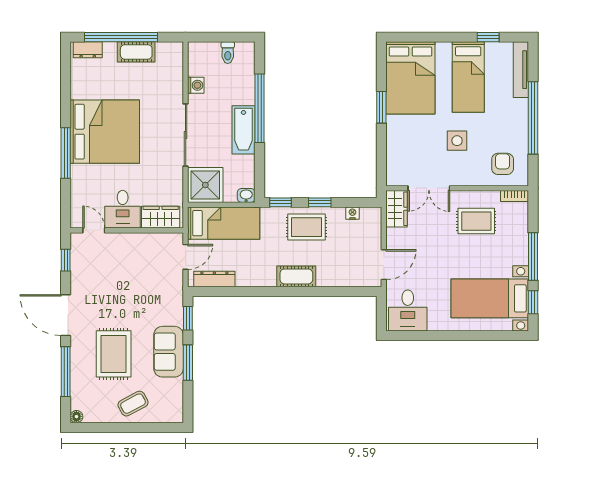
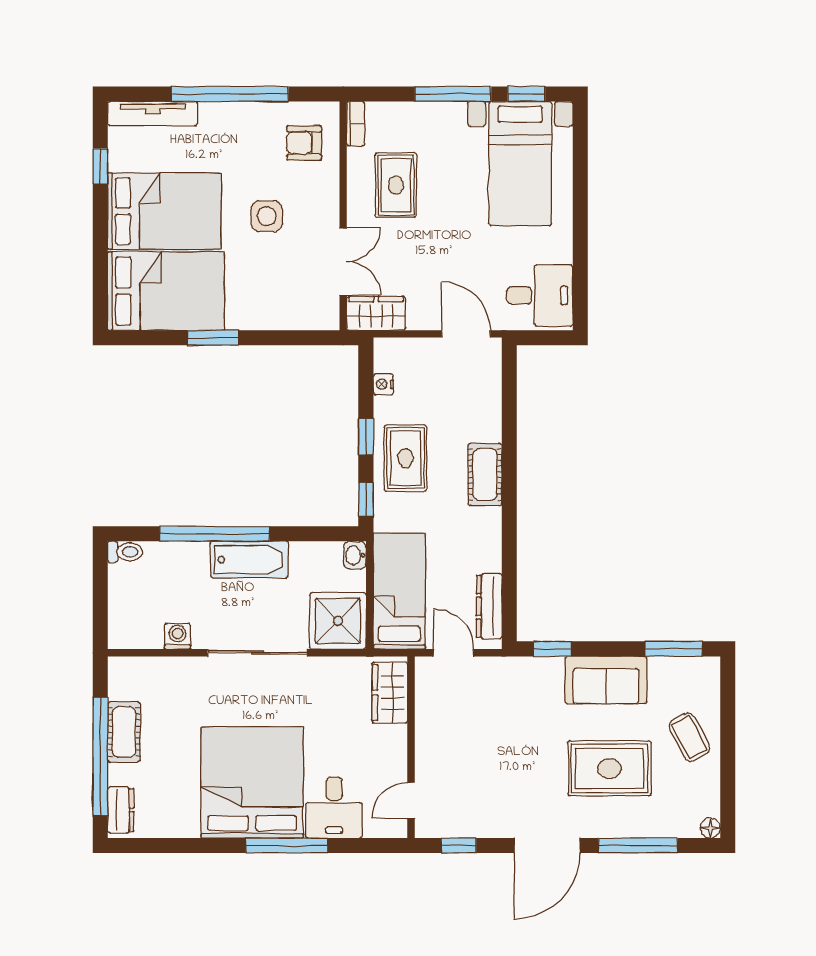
toilet: (228, 53) -> (125, 552), moved
bed: (468, 77) -> (164, 211), width x1.50
desk: (123, 209) -> (334, 808), moved, turned 90
window: (188, 363) -> (674, 649), moved

